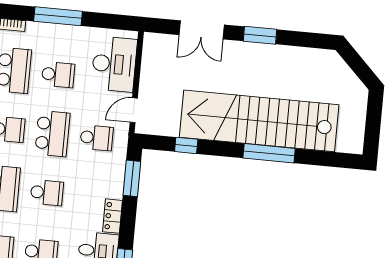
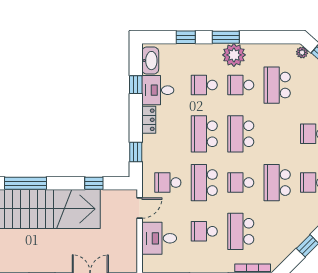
desk: (114, 64) -> (159, 238), width x0.73
window: (132, 178) -> (136, 152), width x0.67
school desk: (47, 193) -> (204, 134), width x1.85

